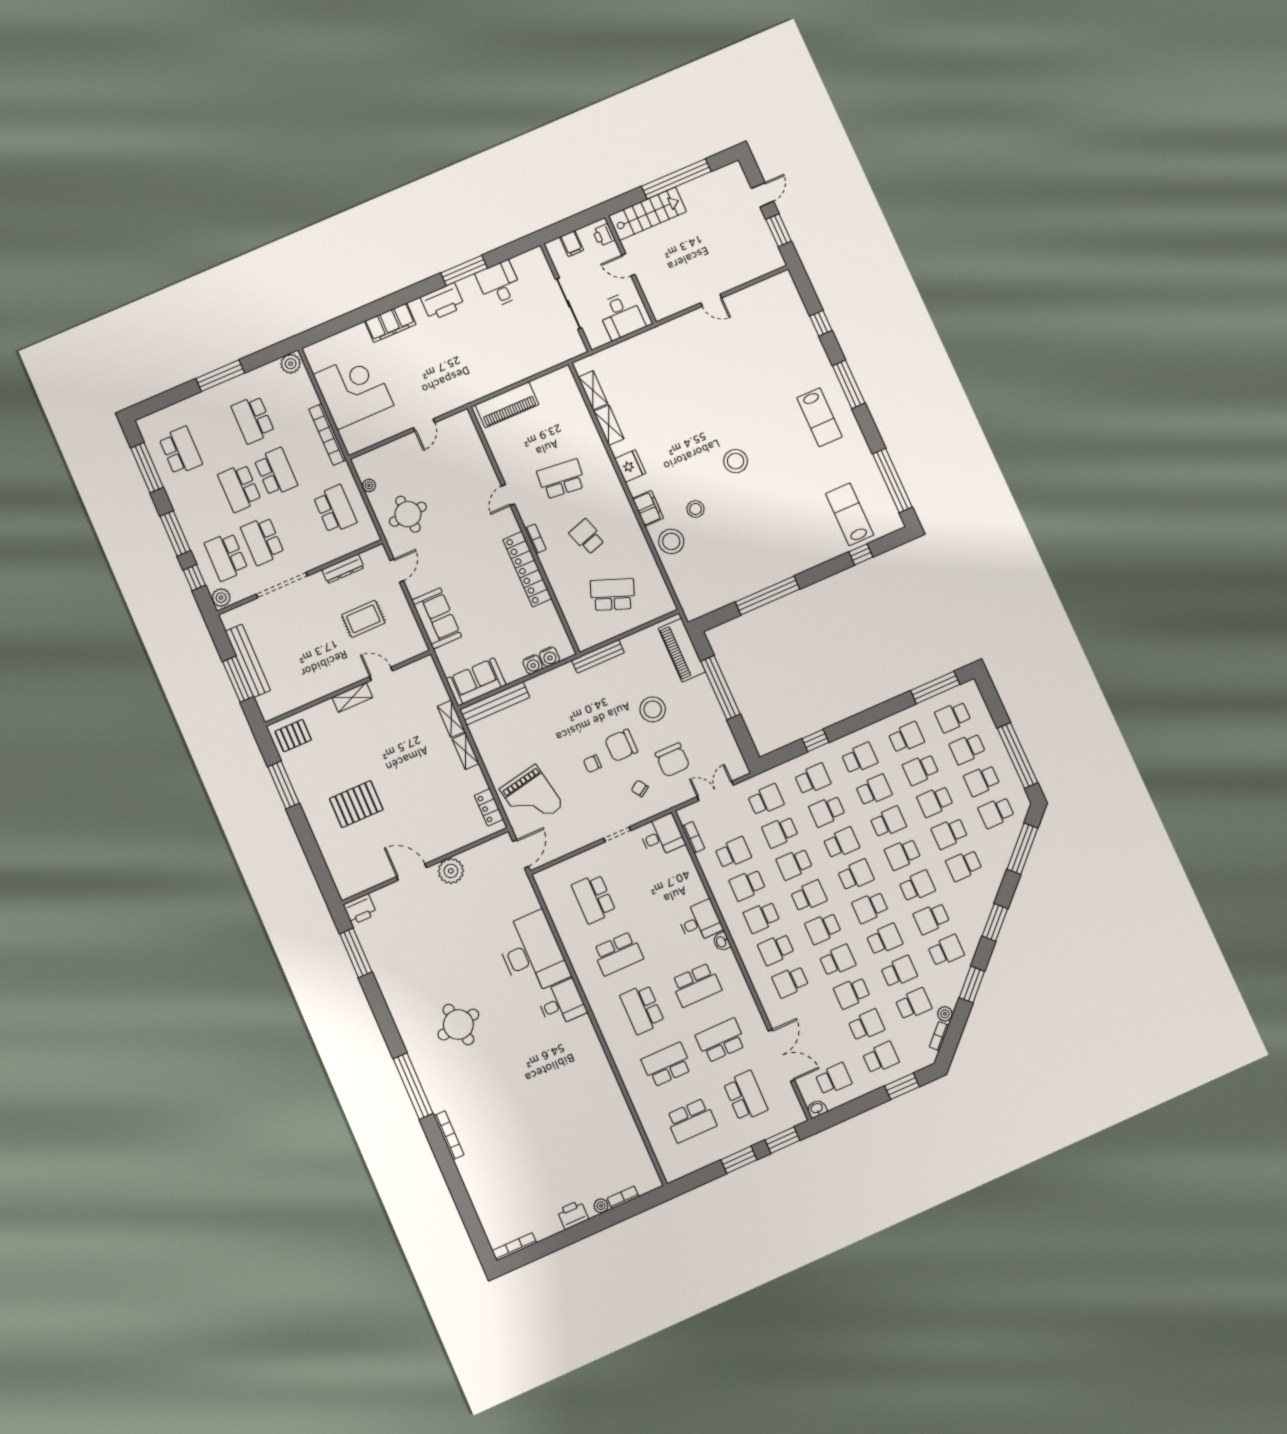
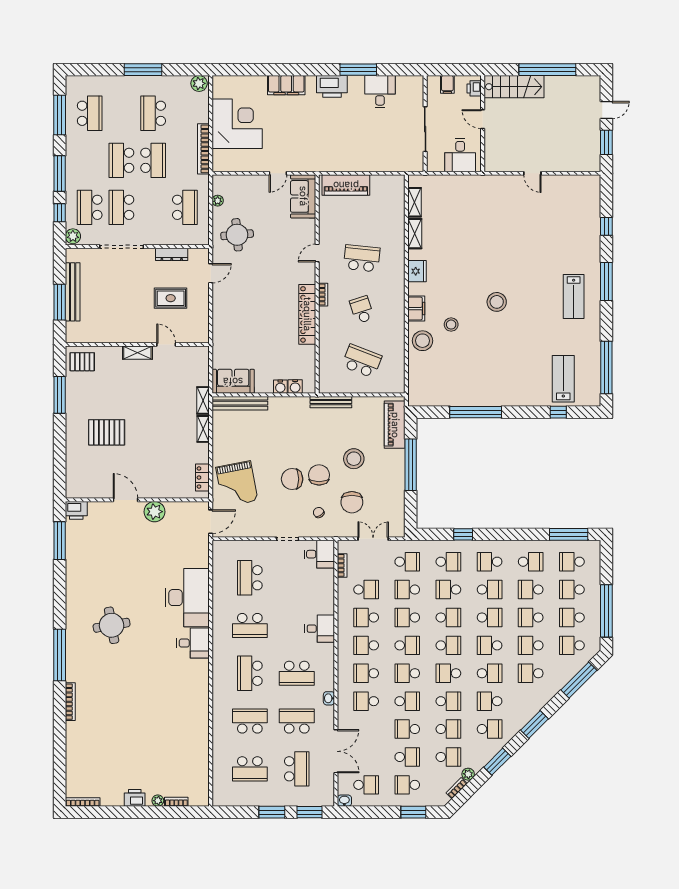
sofa: (437, 618) -> (303, 196), moved, turned 180
chair: (621, 745) -> (319, 475), turned 90
school desk: (860, 758) -> (490, 562), turned 180
chair: (592, 764) -> (292, 479), width x1.87, depth x1.87
washbasin: (722, 942) -> (329, 698), moved
school desk: (881, 1058) -> (407, 785), turned 180

